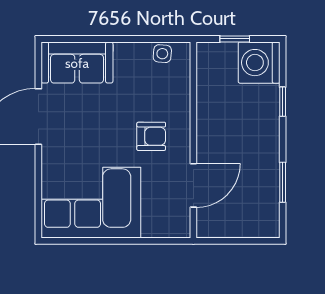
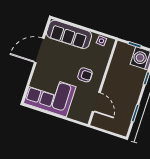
sofa: (77, 63) -> (69, 34), width x1.36
door: (193, 185) -> (96, 102), hinge flipped

